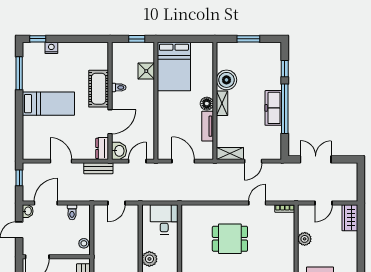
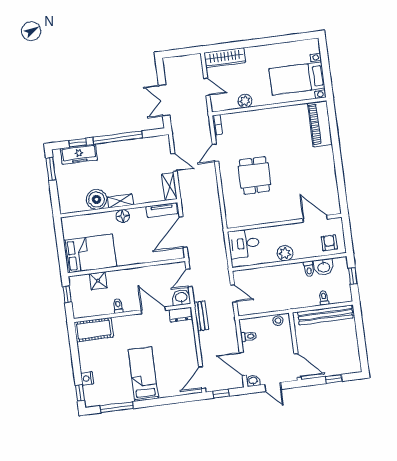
window: (248, 39) -> (51, 169), moved
cot: (99, 89) -> (94, 330), moved
freezer: (273, 108) -> (79, 154), moved
tv unit: (208, 126) -> (162, 210), moved
door: (61, 161) -> (202, 378), moved
door: (137, 161) -> (189, 278), hinge flipped
door: (183, 161) -> (183, 232), width x1.36
door: (257, 203) -> (215, 153), hinge flipped
wardrobe: (350, 218) -> (225, 58), width x1.50

